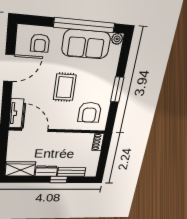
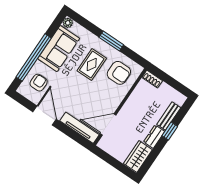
window: (84, 25) -> (34, 57), moved
armchair: (40, 43) -> (39, 83), turned -90
rug: (65, 87) -> (92, 64), moved, turned 90
tv unit: (16, 113) -> (80, 128), width x1.41

